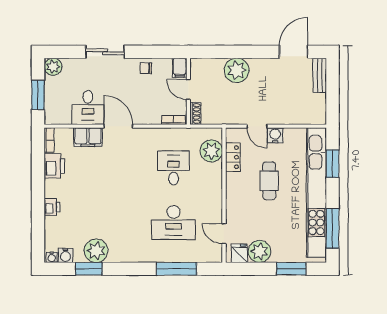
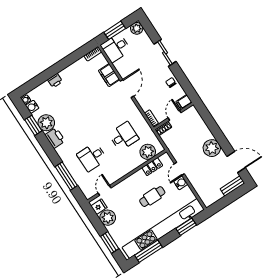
plant: (237, 70) -> (212, 148), moved
desk: (88, 108) -> (116, 48), moved
printer: (54, 166) -> (55, 138), moved, turned -90
desk: (174, 222) -> (92, 157), width x0.73

